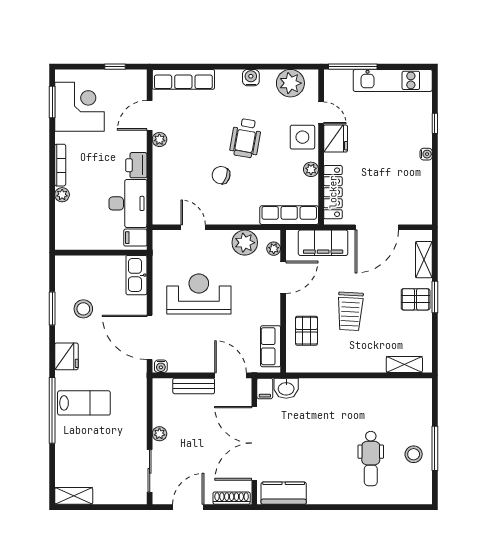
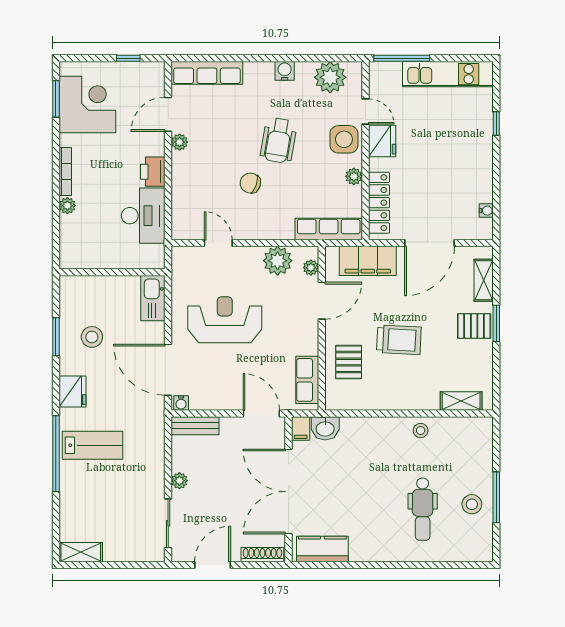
water cooler: (426, 154) -> (486, 211), moved
filing cabinet: (135, 238) -> (152, 255), removed
trolley: (350, 311) -> (399, 340), turned -90
bench: (194, 386) -> (195, 426), moved
stool: (369, 390) -> (421, 431), added

